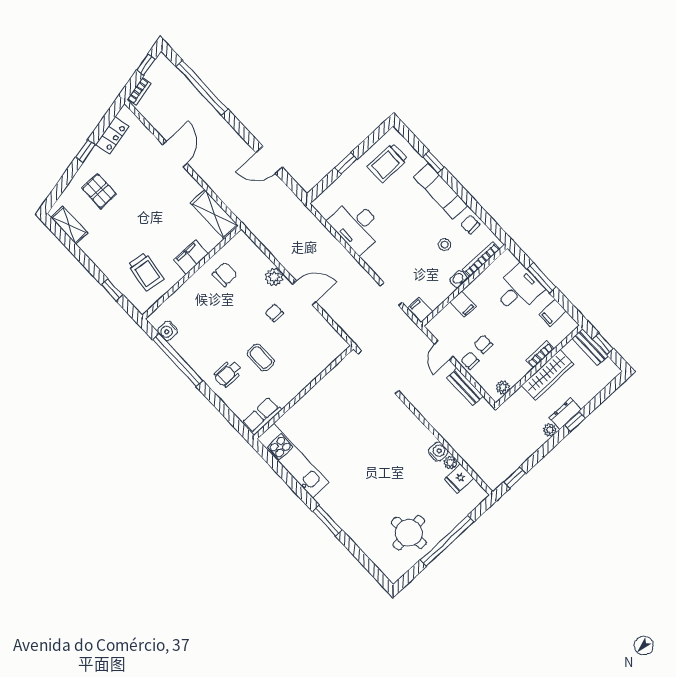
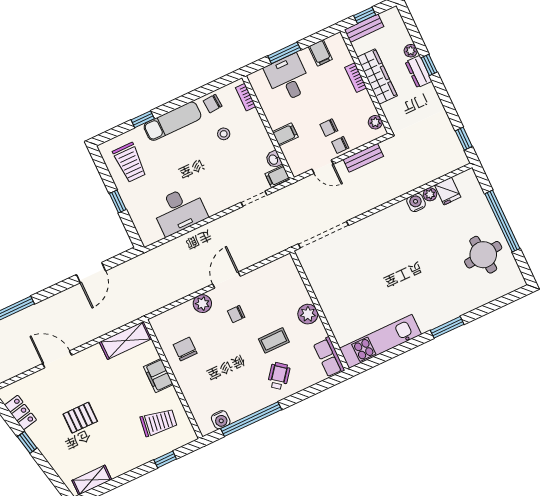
pallet: (99, 191) -> (80, 418), moved
bookcase: (481, 259) -> (246, 97), width x0.64
washbasin: (459, 279) -> (274, 159), moved
wheelchair: (228, 373) -> (279, 376), turned -142
plant: (297, 382) -> (308, 314), added
plant: (550, 430) -> (411, 51), moved

